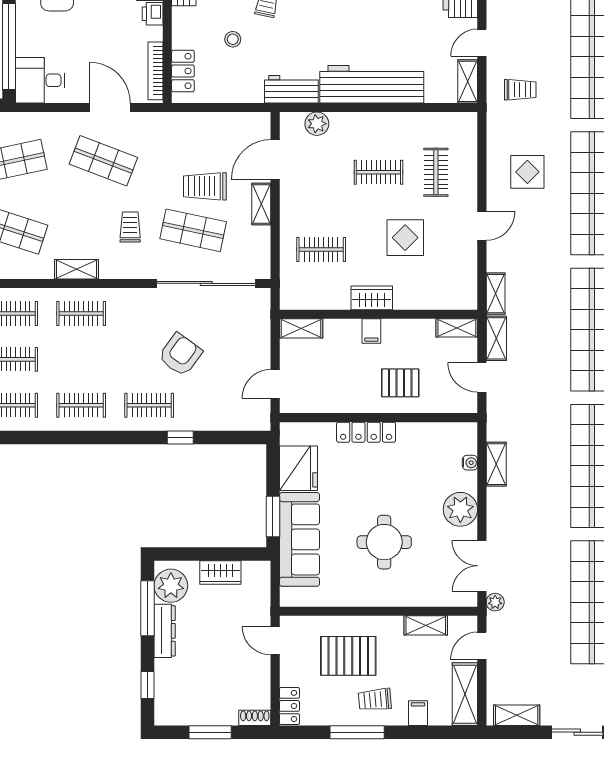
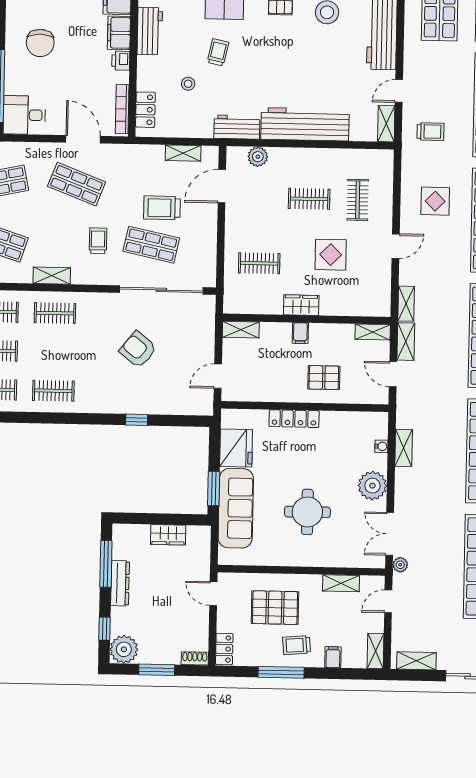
shelving: (261, 204) -> (183, 153), moved, turned 90
armchair: (180, 355) -> (138, 350), turned -87
clothes rail: (149, 405) -> (111, 392), removed
plant: (171, 586) -> (124, 649), moved
shelving: (465, 694) -> (375, 651), width x0.67, depth x0.75

